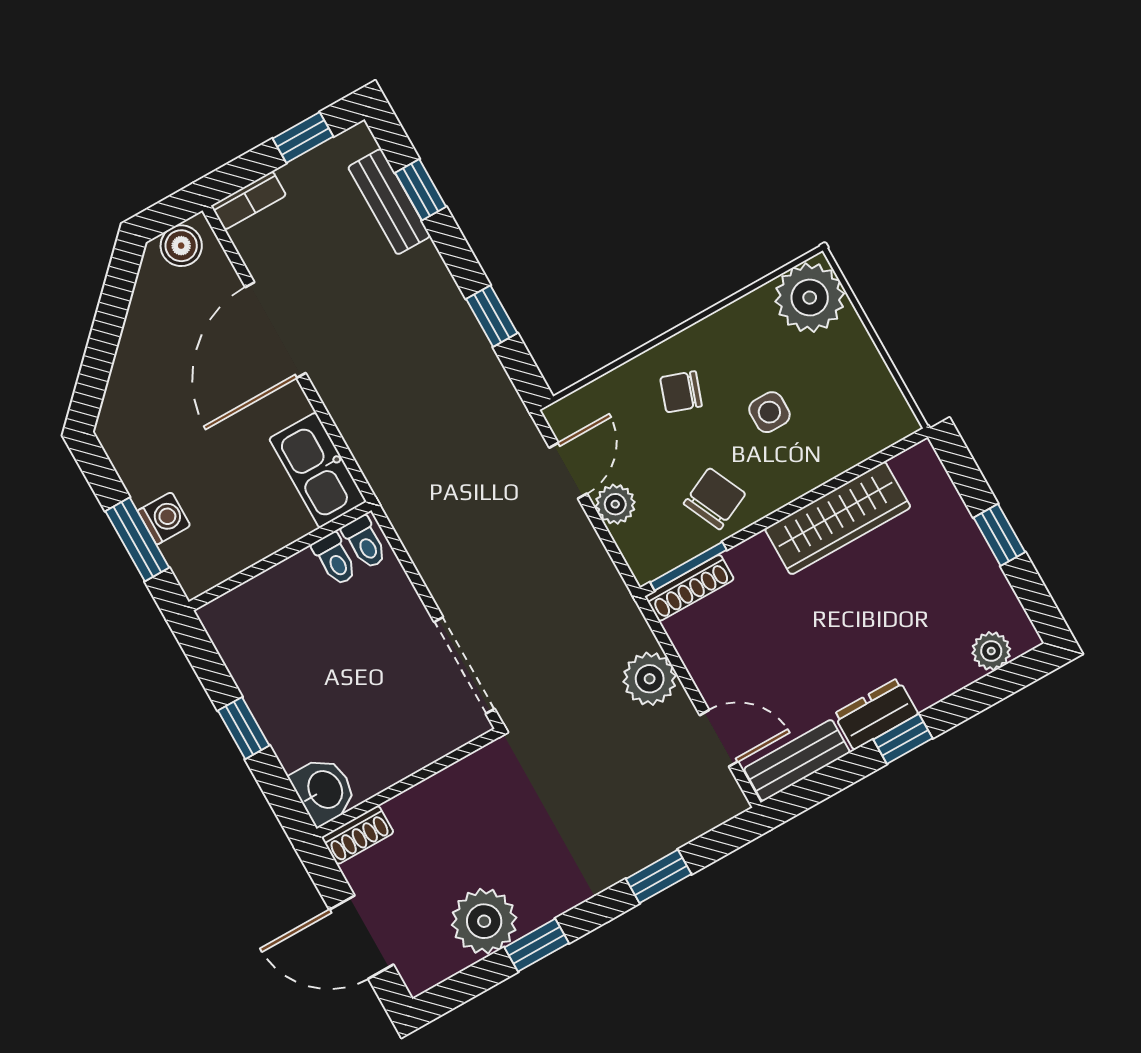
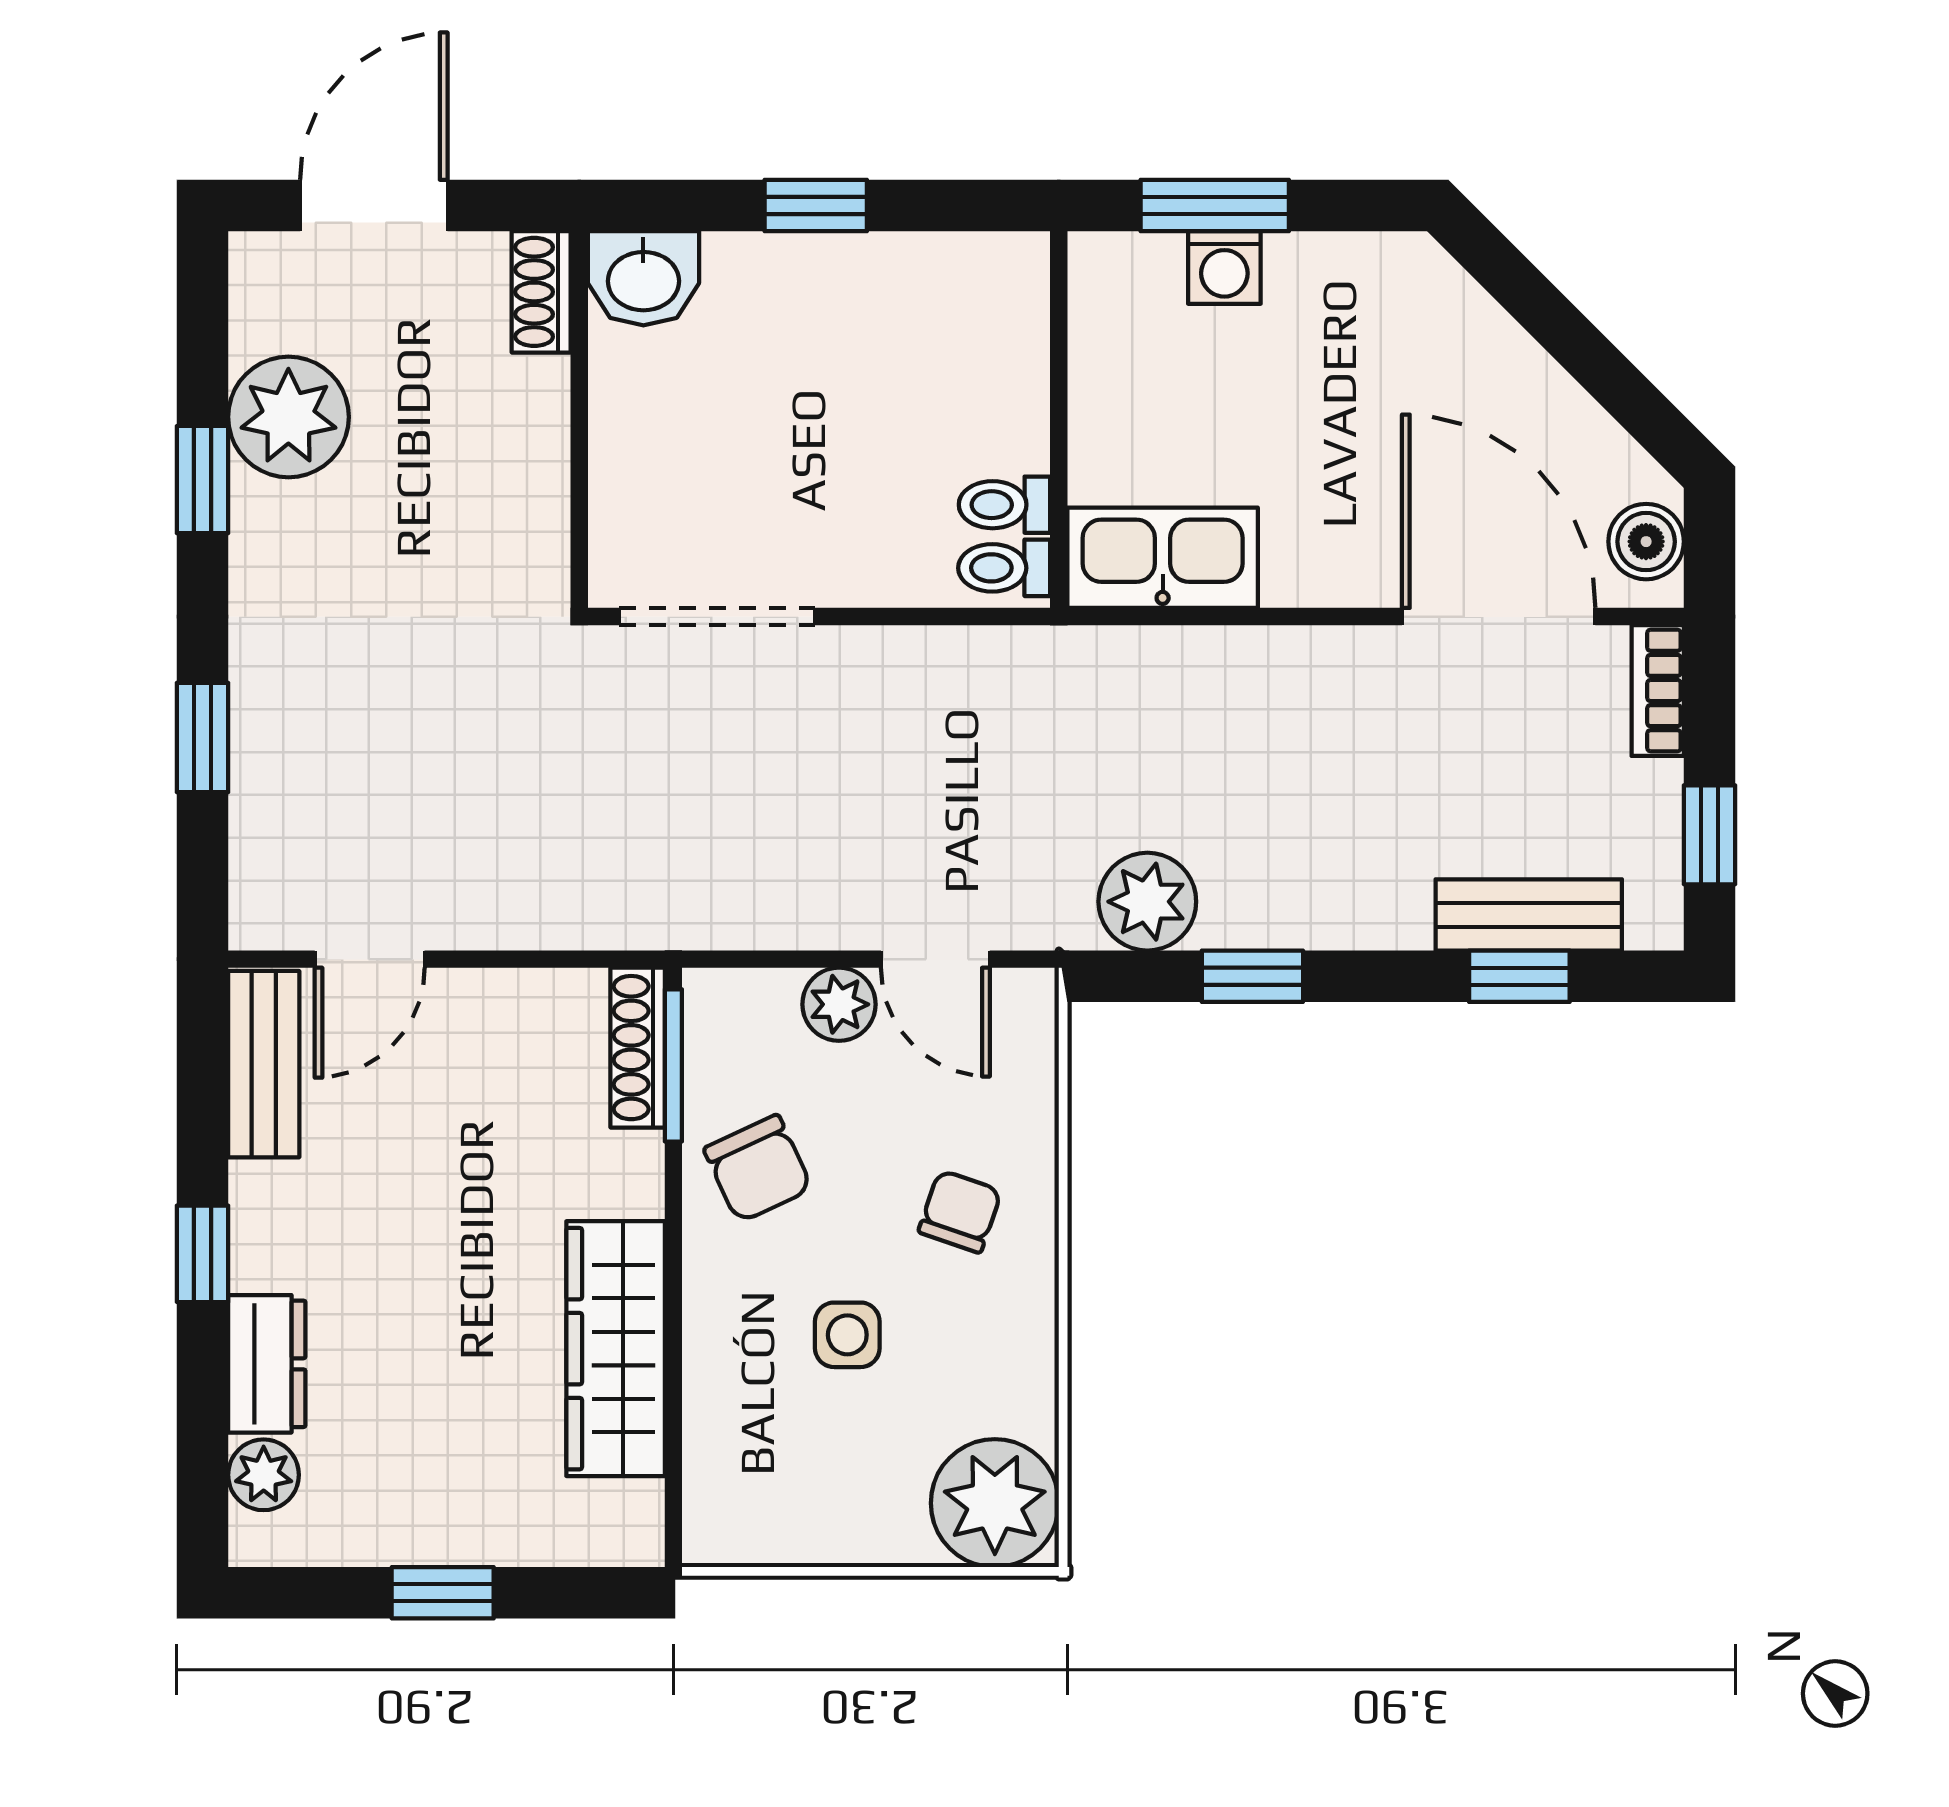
door: (275, 330) -> (1499, 617), moved
plant: (650, 679) -> (1147, 902), moved
dresser: (876, 714) -> (267, 1364), moved

